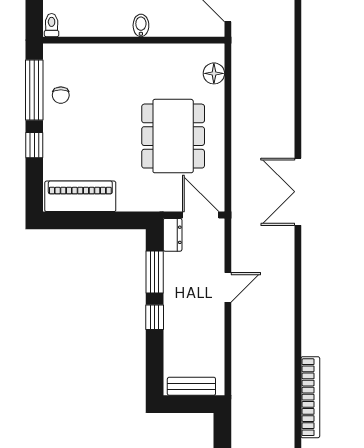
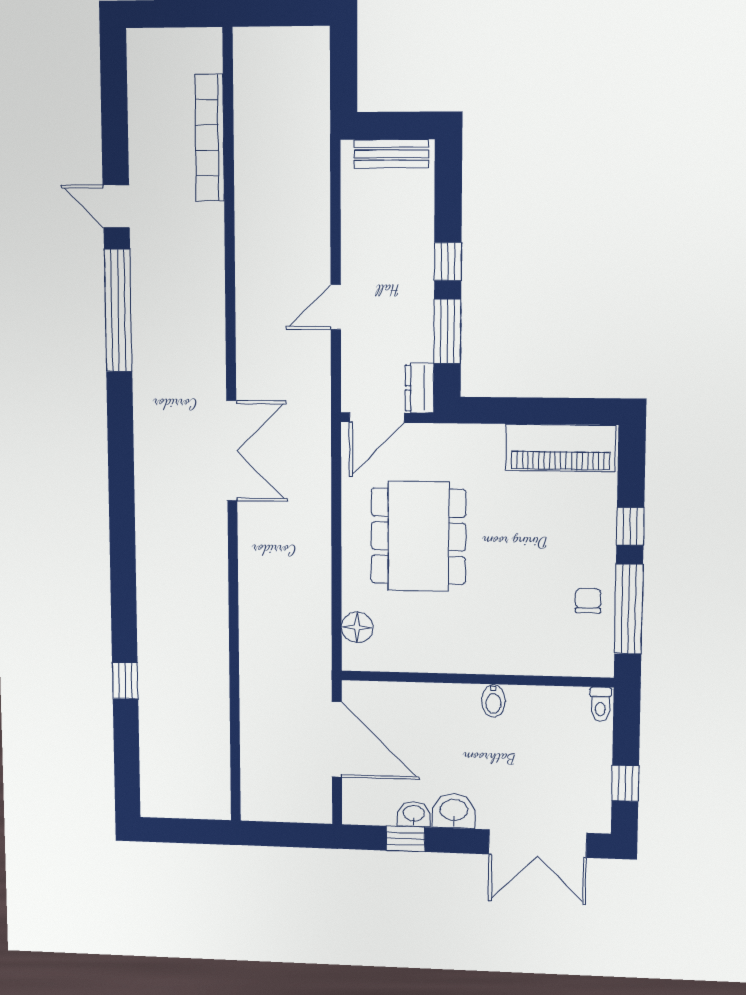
bidet: (141, 25) -> (493, 701), moved
door: (201, 215) -> (377, 418), hinge flipped

